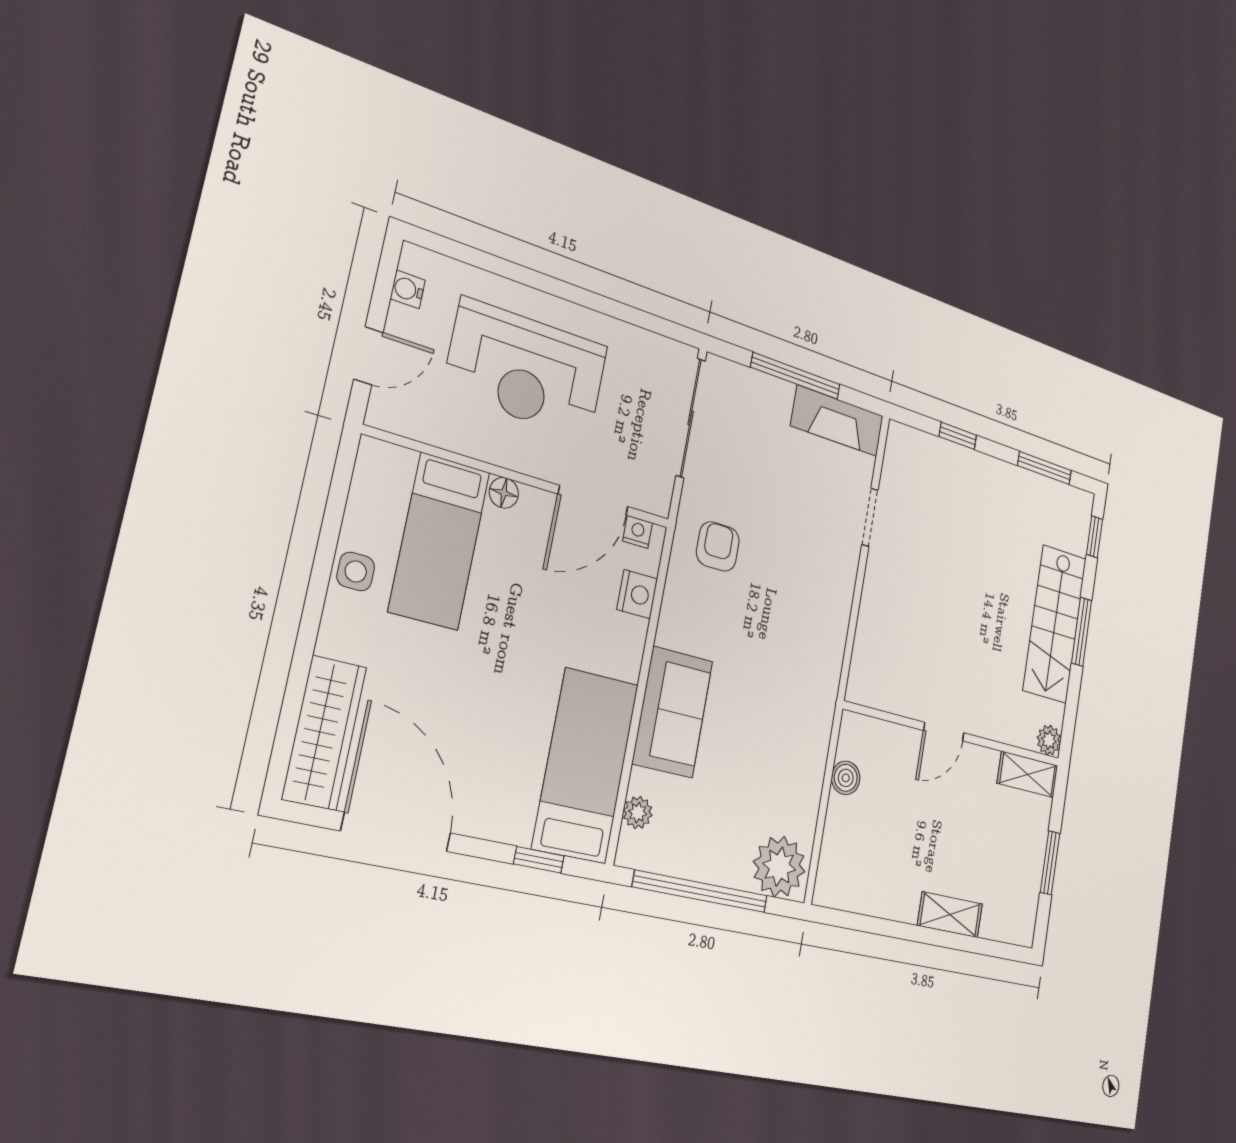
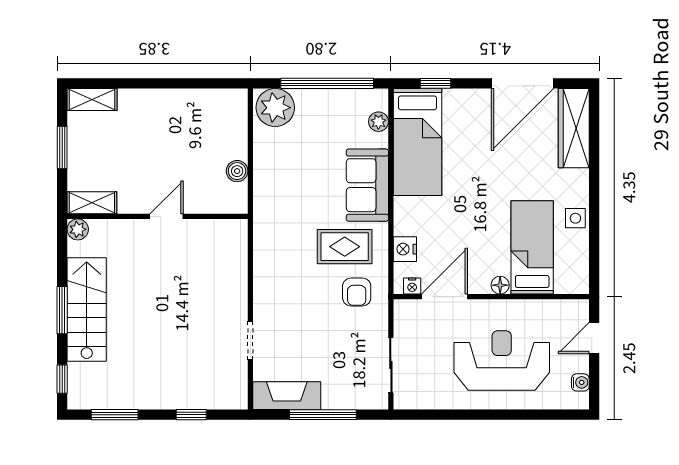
sliding door: (691, 418) -> (391, 365), width x0.73
rug: (722, 622) -> (345, 247), added
door: (396, 832) -> (523, 83), hinge flipped
shelving: (950, 915) -> (92, 100), moved

